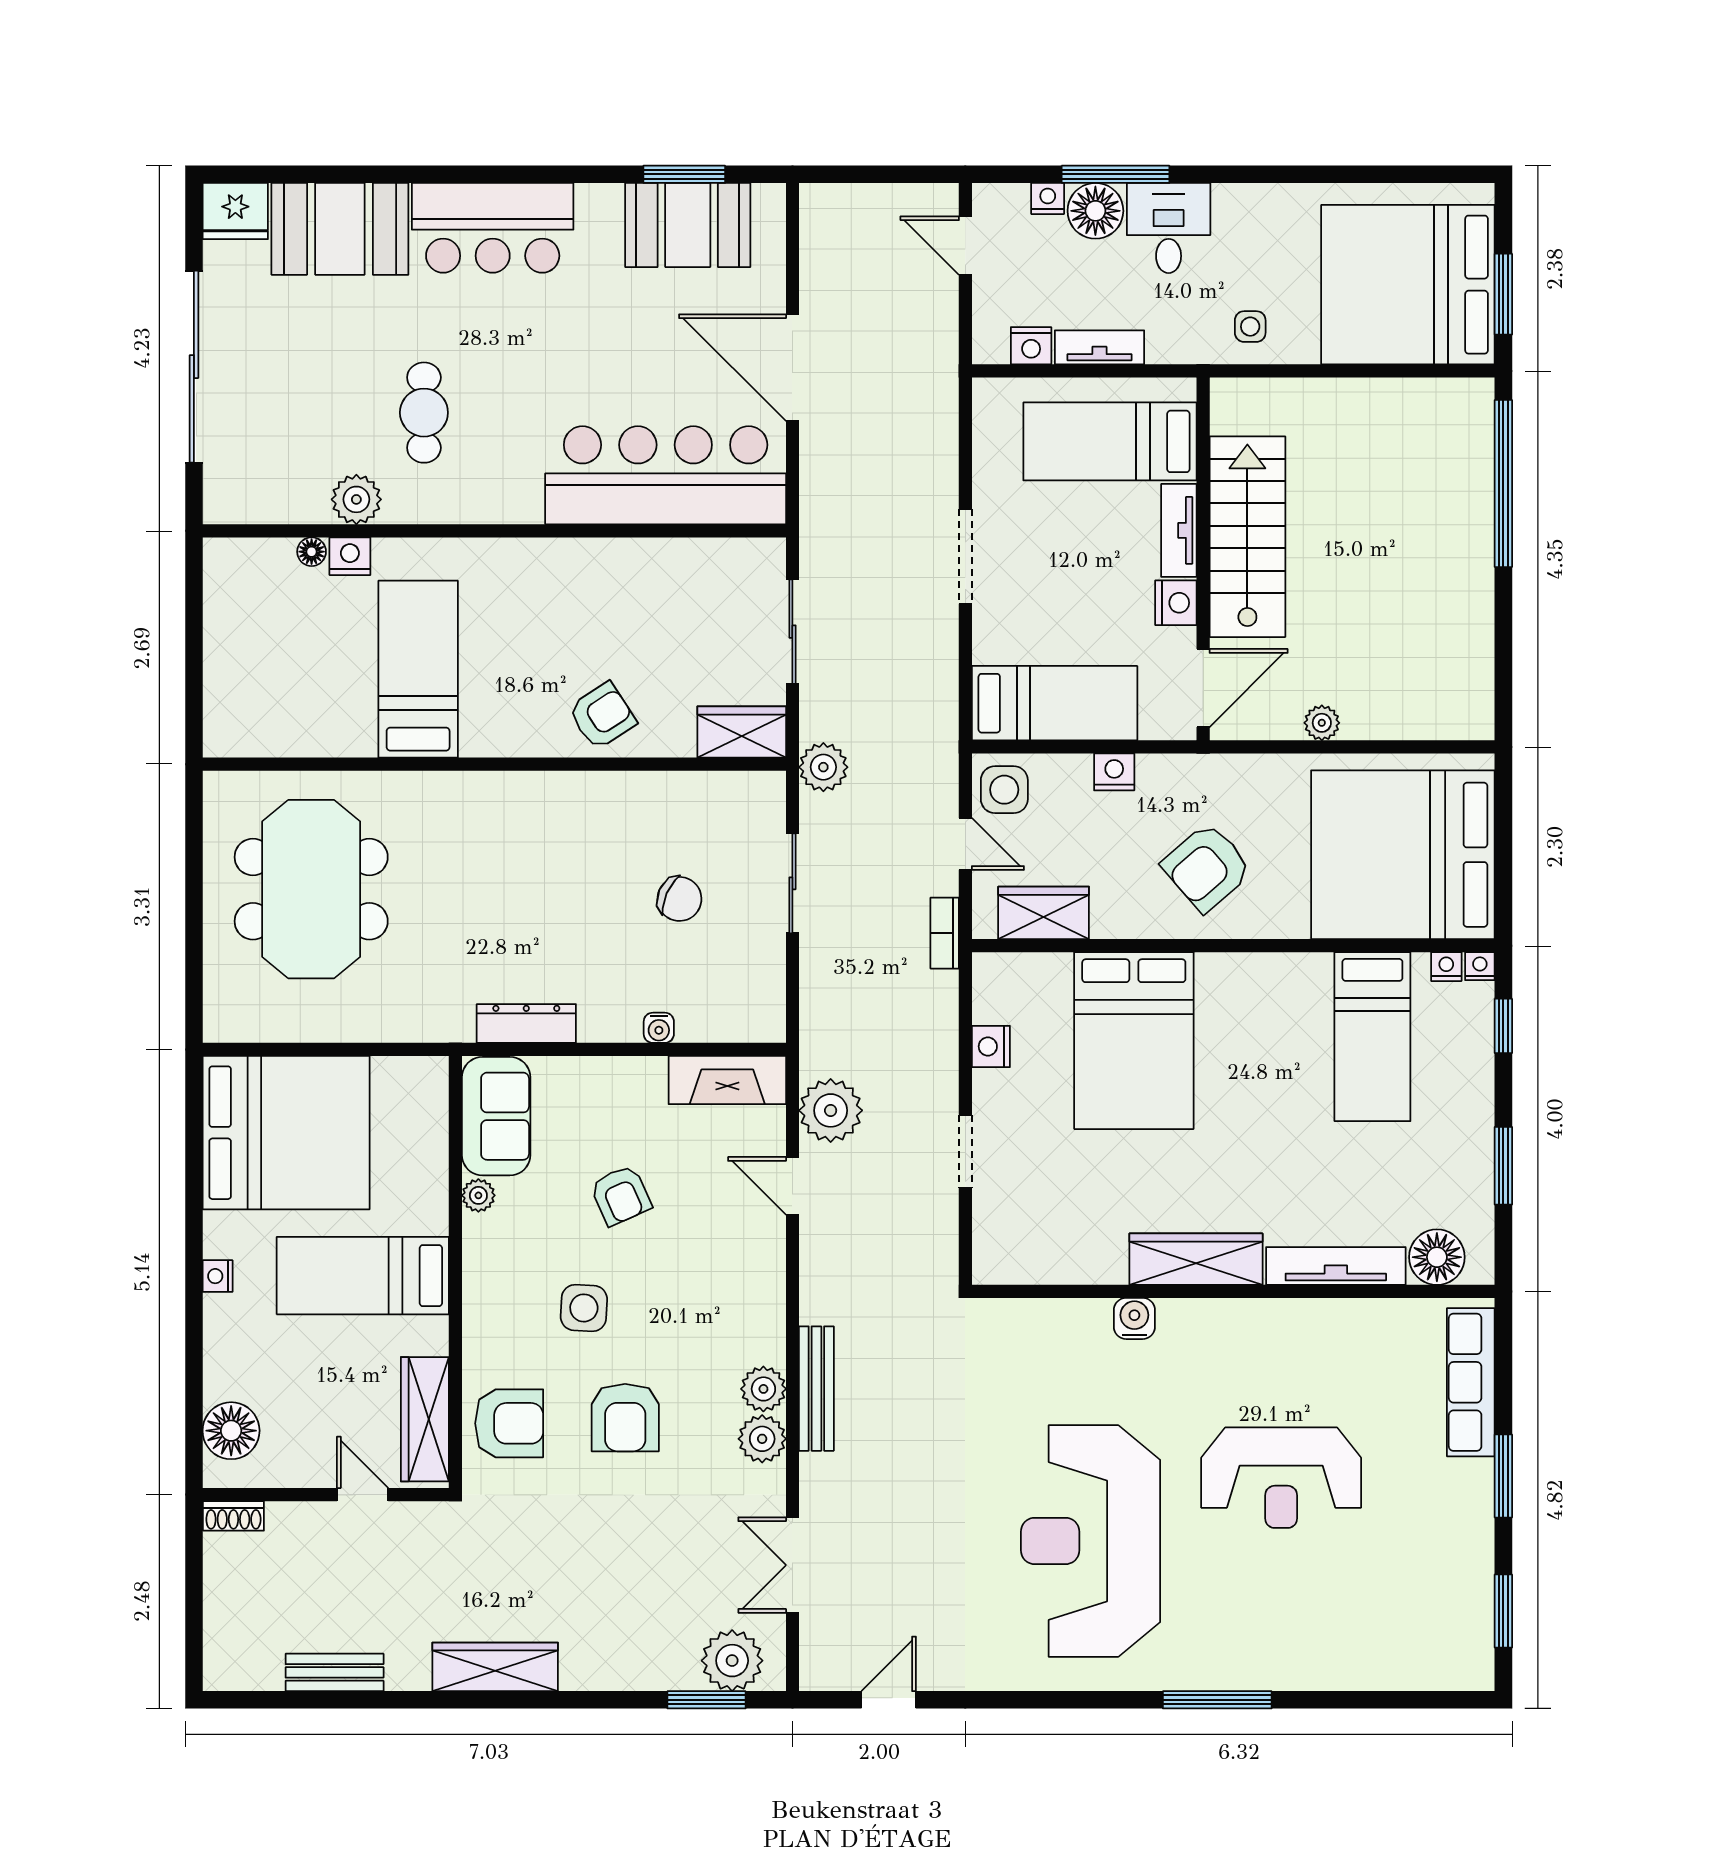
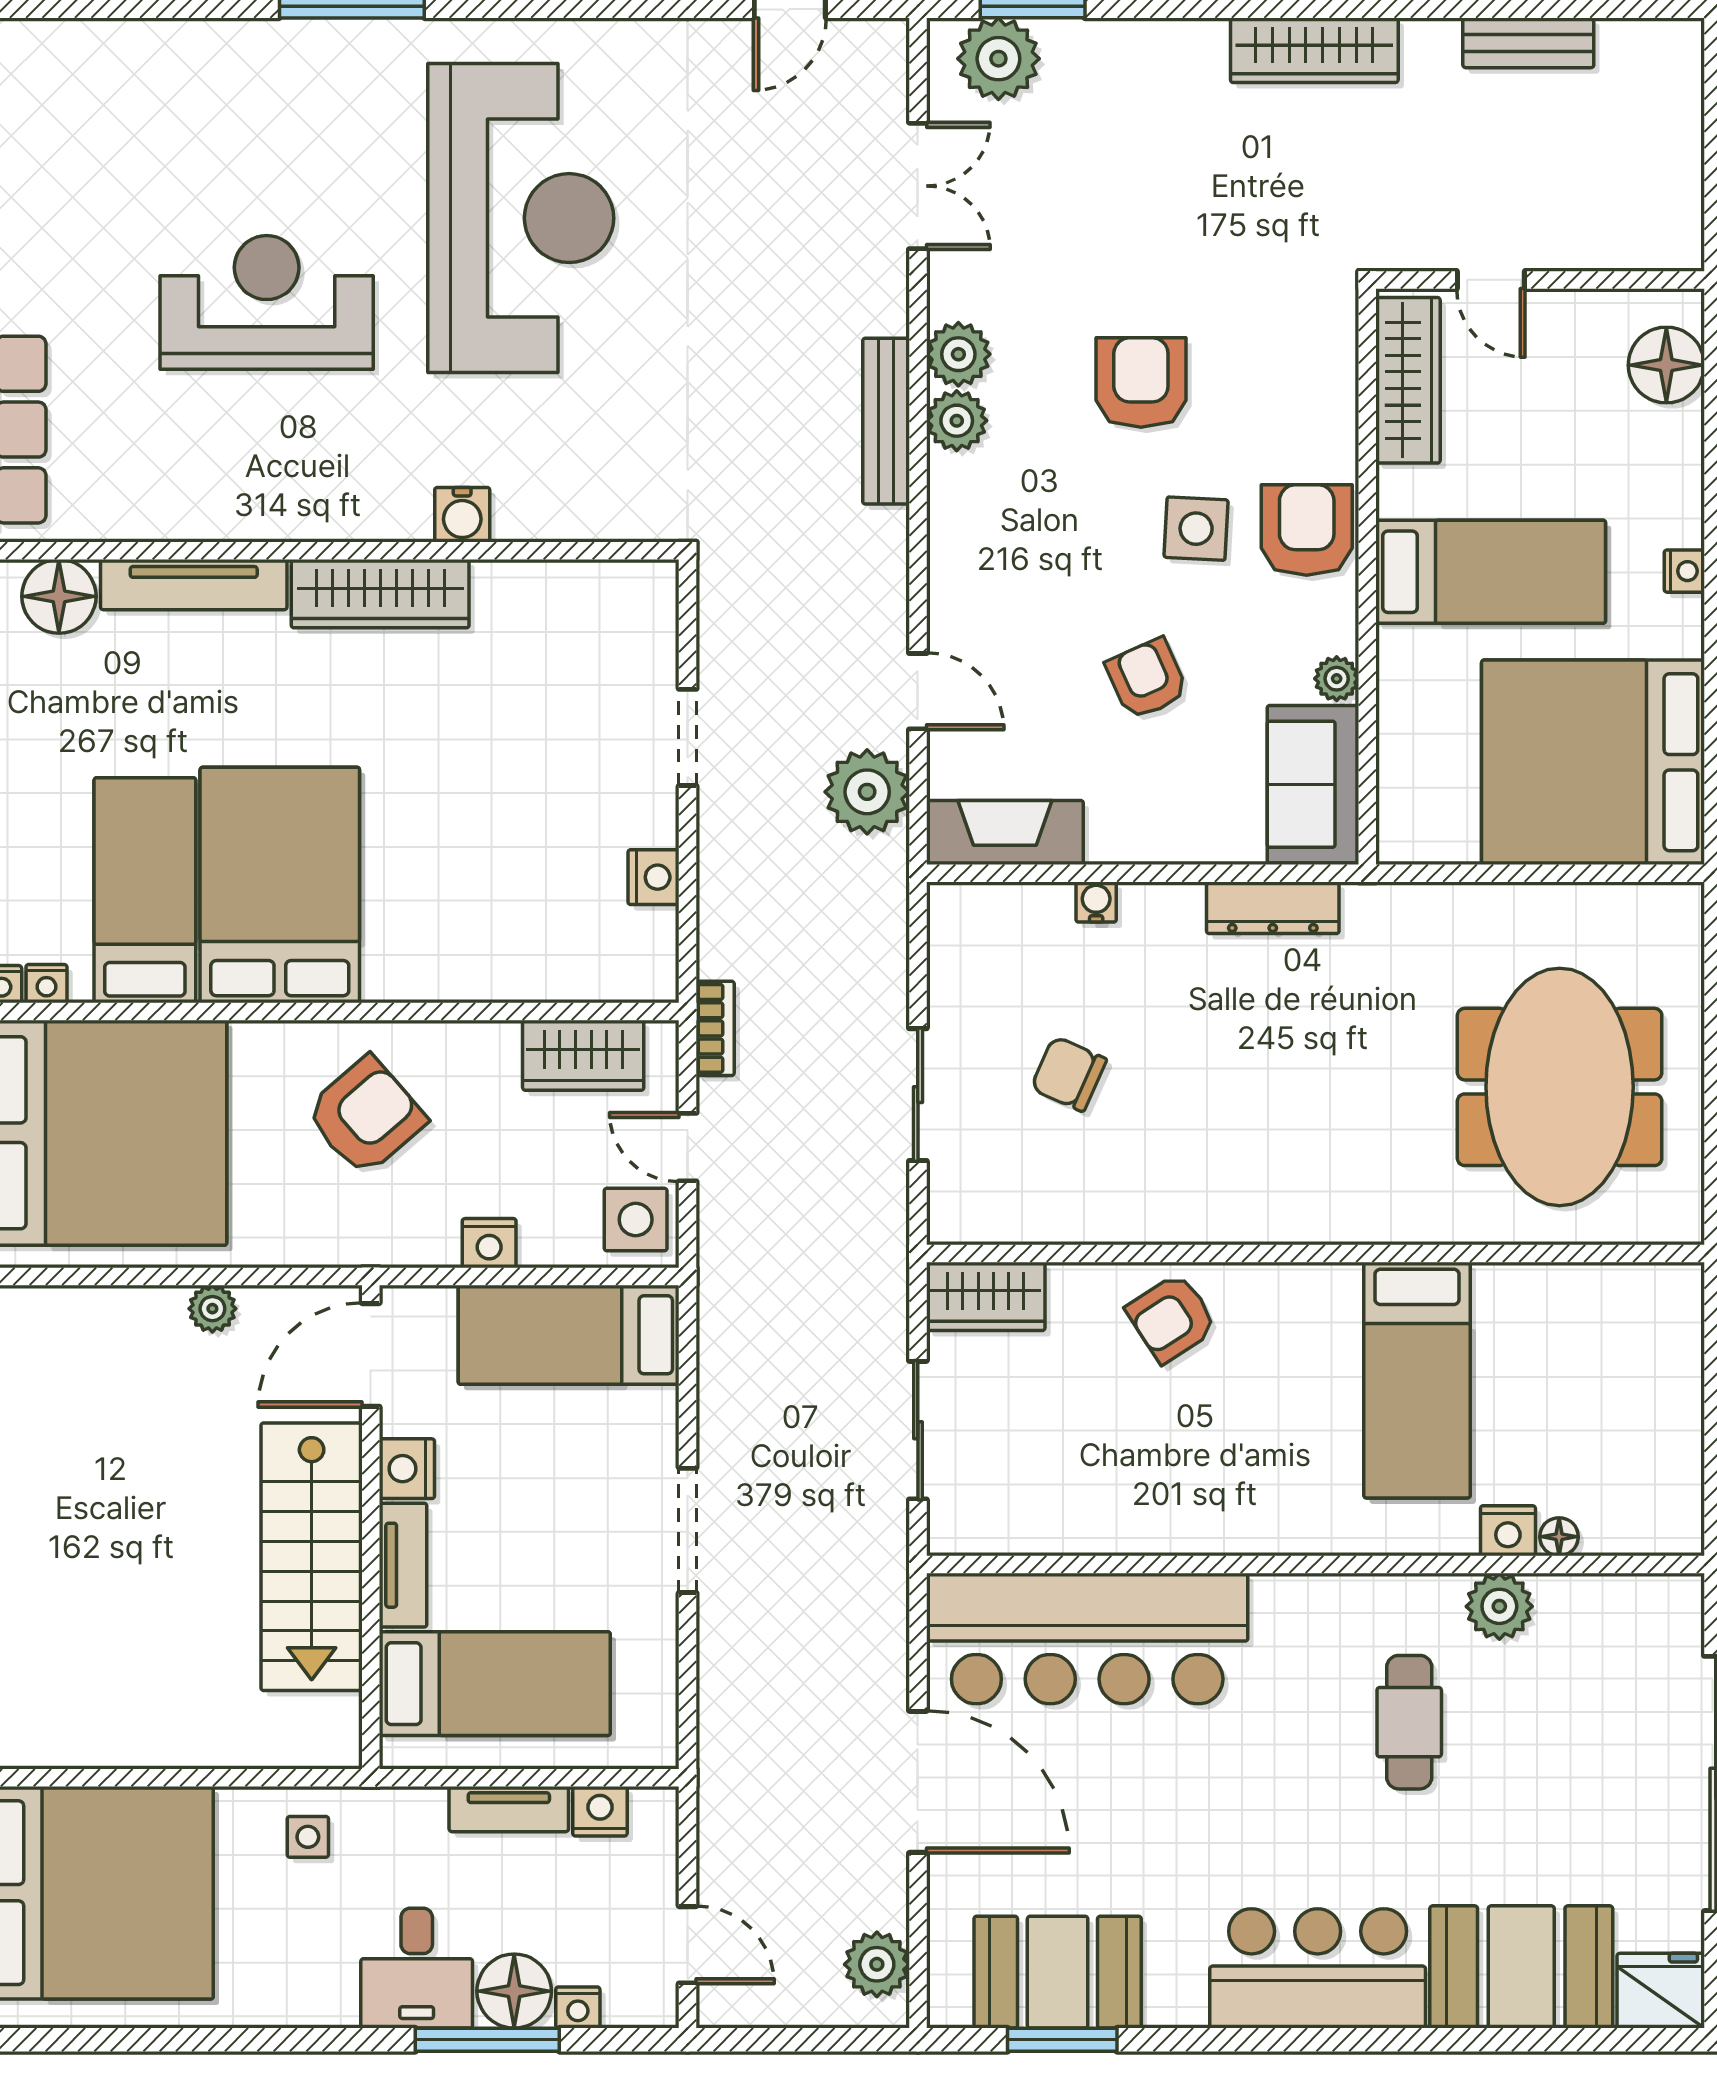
plant: (823, 767) -> (877, 1964), moved
bed: (1134, 1041) -> (280, 885), moved
armchair: (509, 1423) -> (1307, 530), moved, turned 90
shoe rack: (233, 1516) -> (1663, 252), removed

